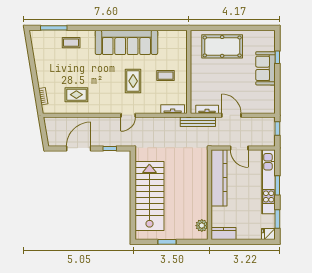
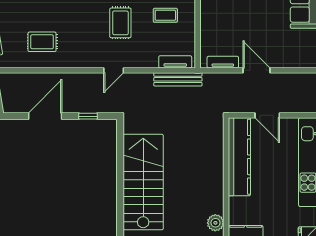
bench: (198, 122) -> (178, 79), moved

